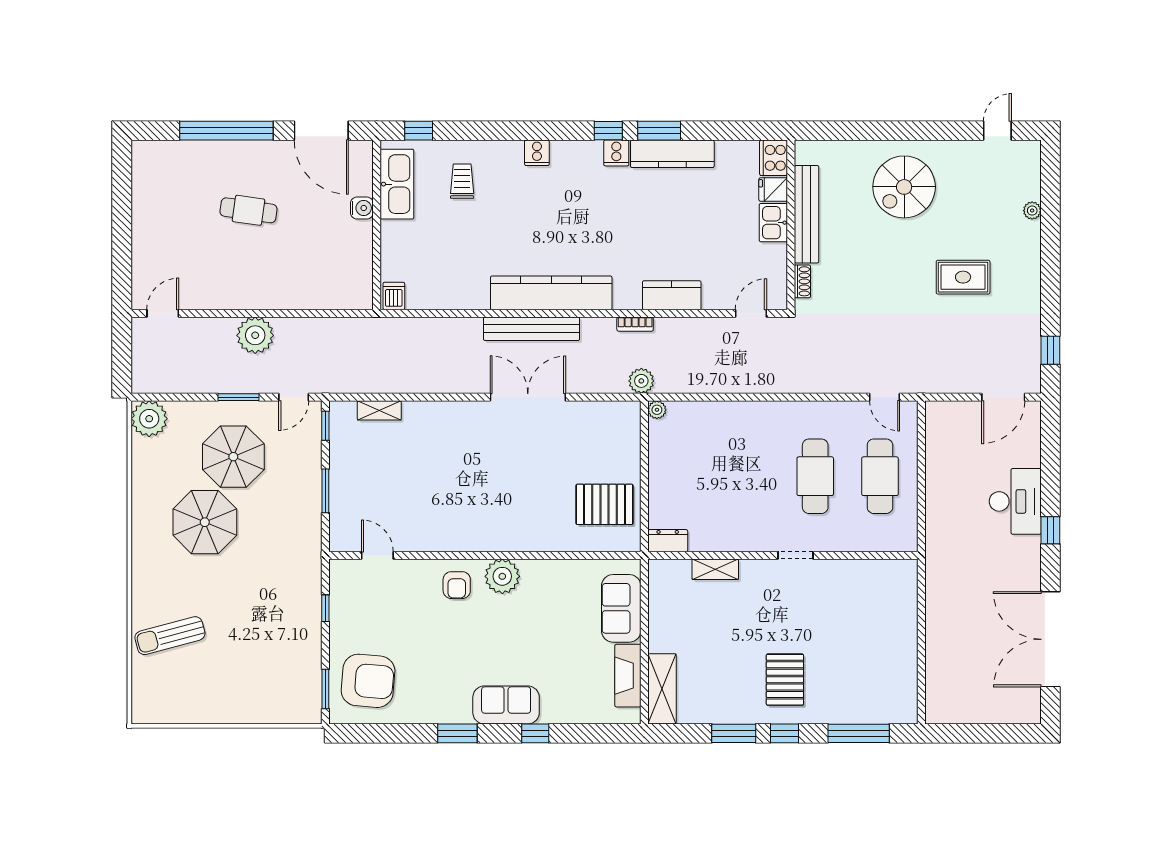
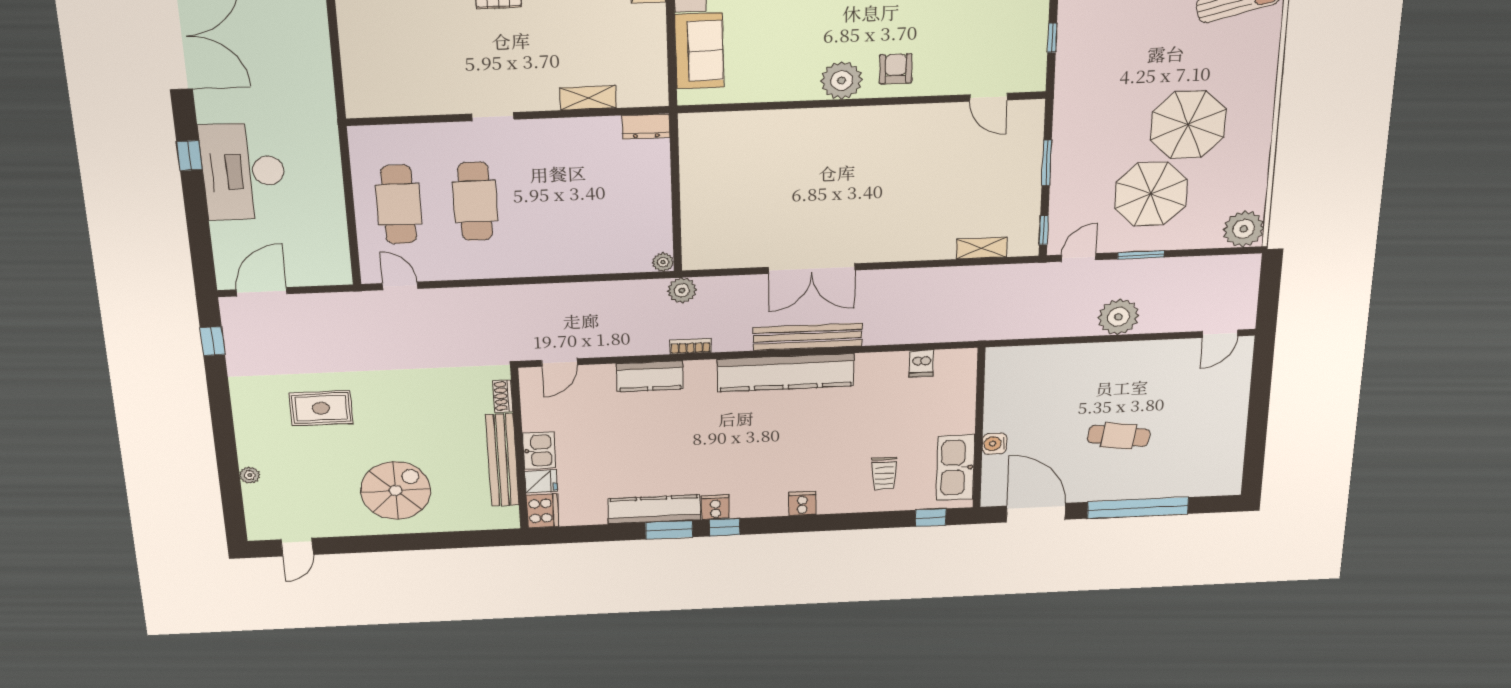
dishwasher: (394, 296) -> (921, 364), moved
desk: (1015, 501) -> (243, 171), width x1.36, depth x1.30
pallet: (604, 504) -> (722, 162), removed

